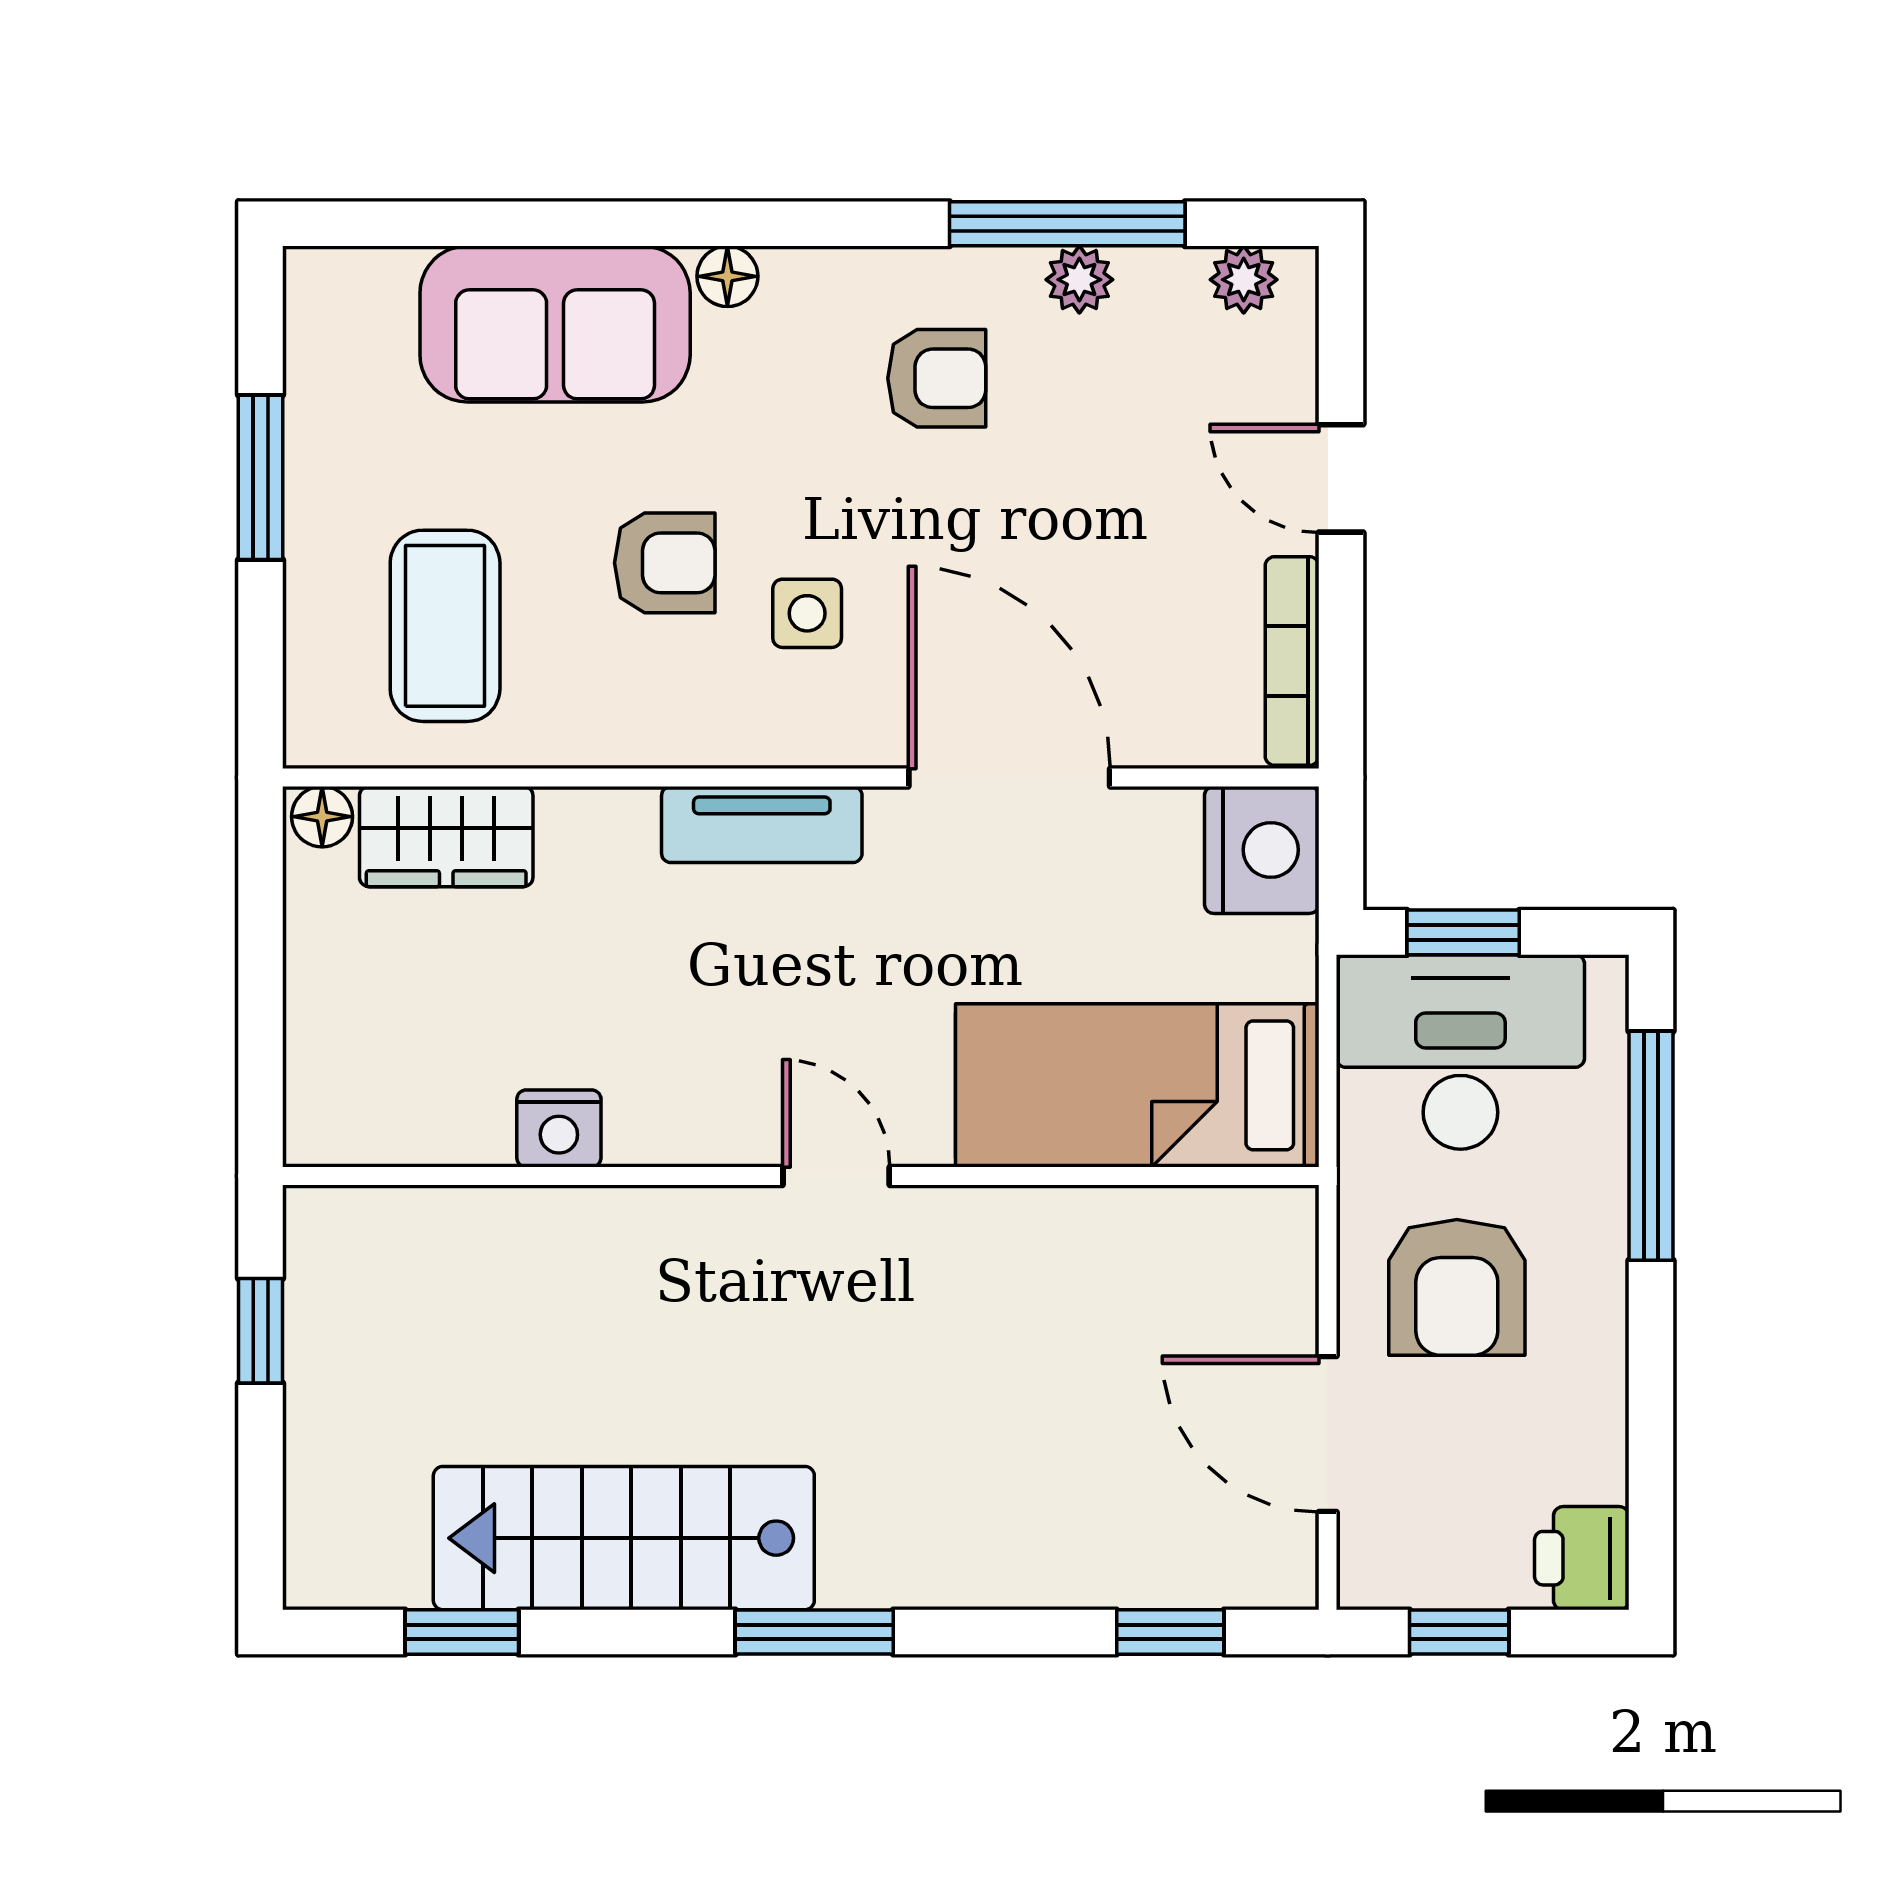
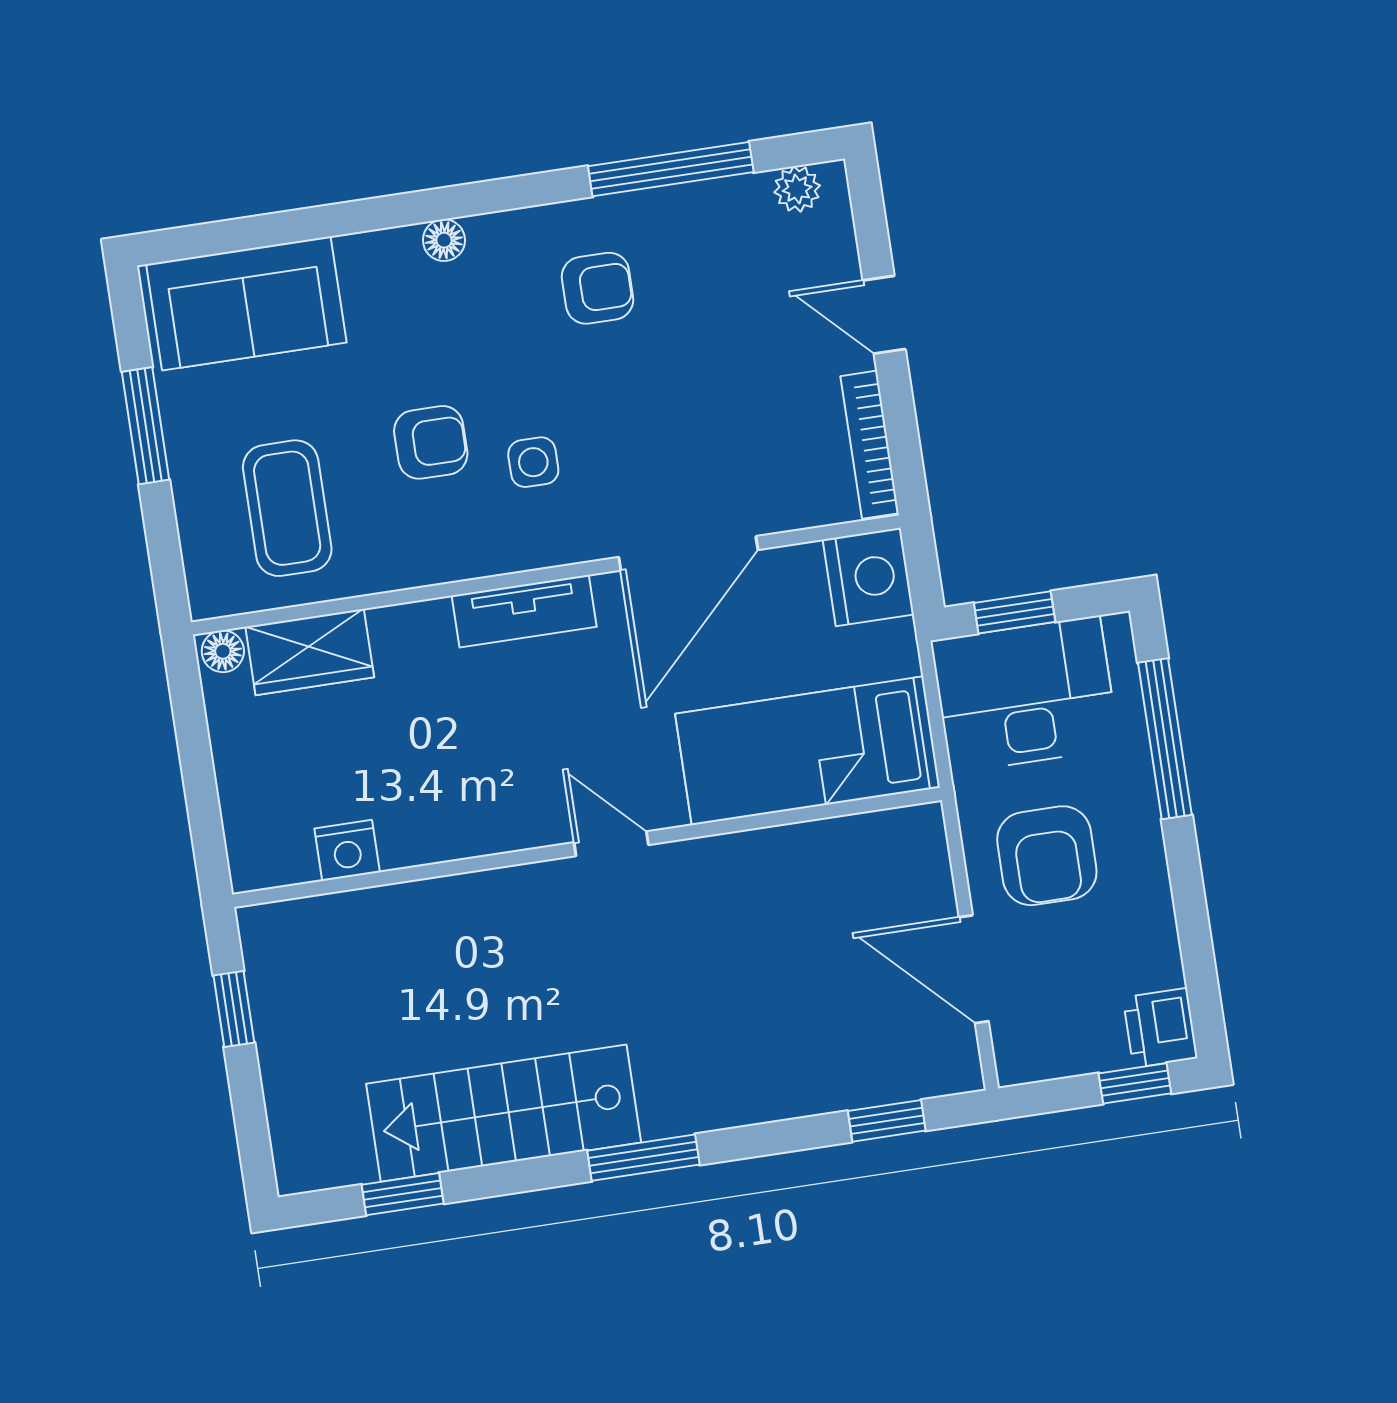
plant: (1079, 280) -> (685, 206), removed
sofa: (555, 324) -> (246, 303), moved
door: (1009, 777) -> (688, 553), swing flipped
nightstand: (559, 1128) -> (347, 850), moved
window: (1459, 1632) -> (1135, 1083), moved

